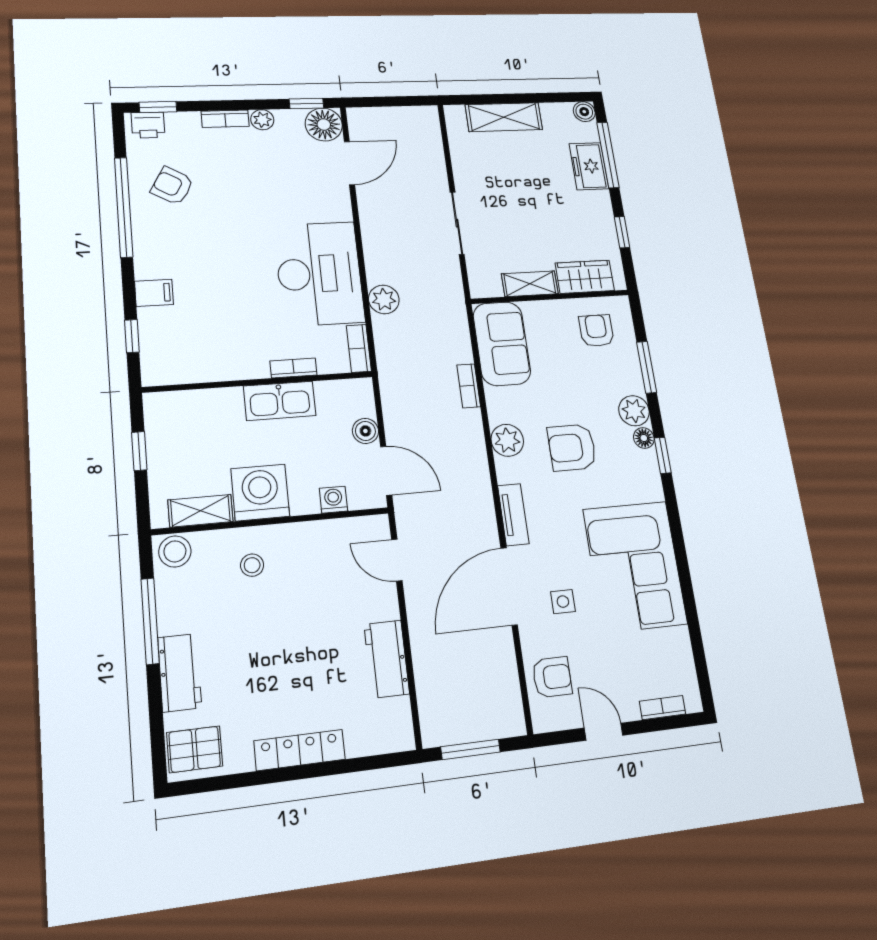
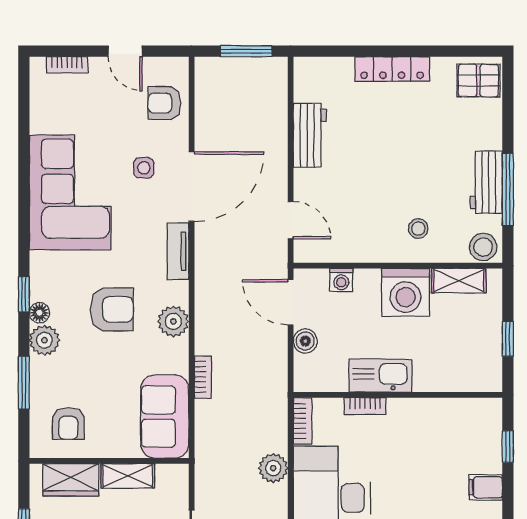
workbench: (180, 673) -> (486, 182), moved

